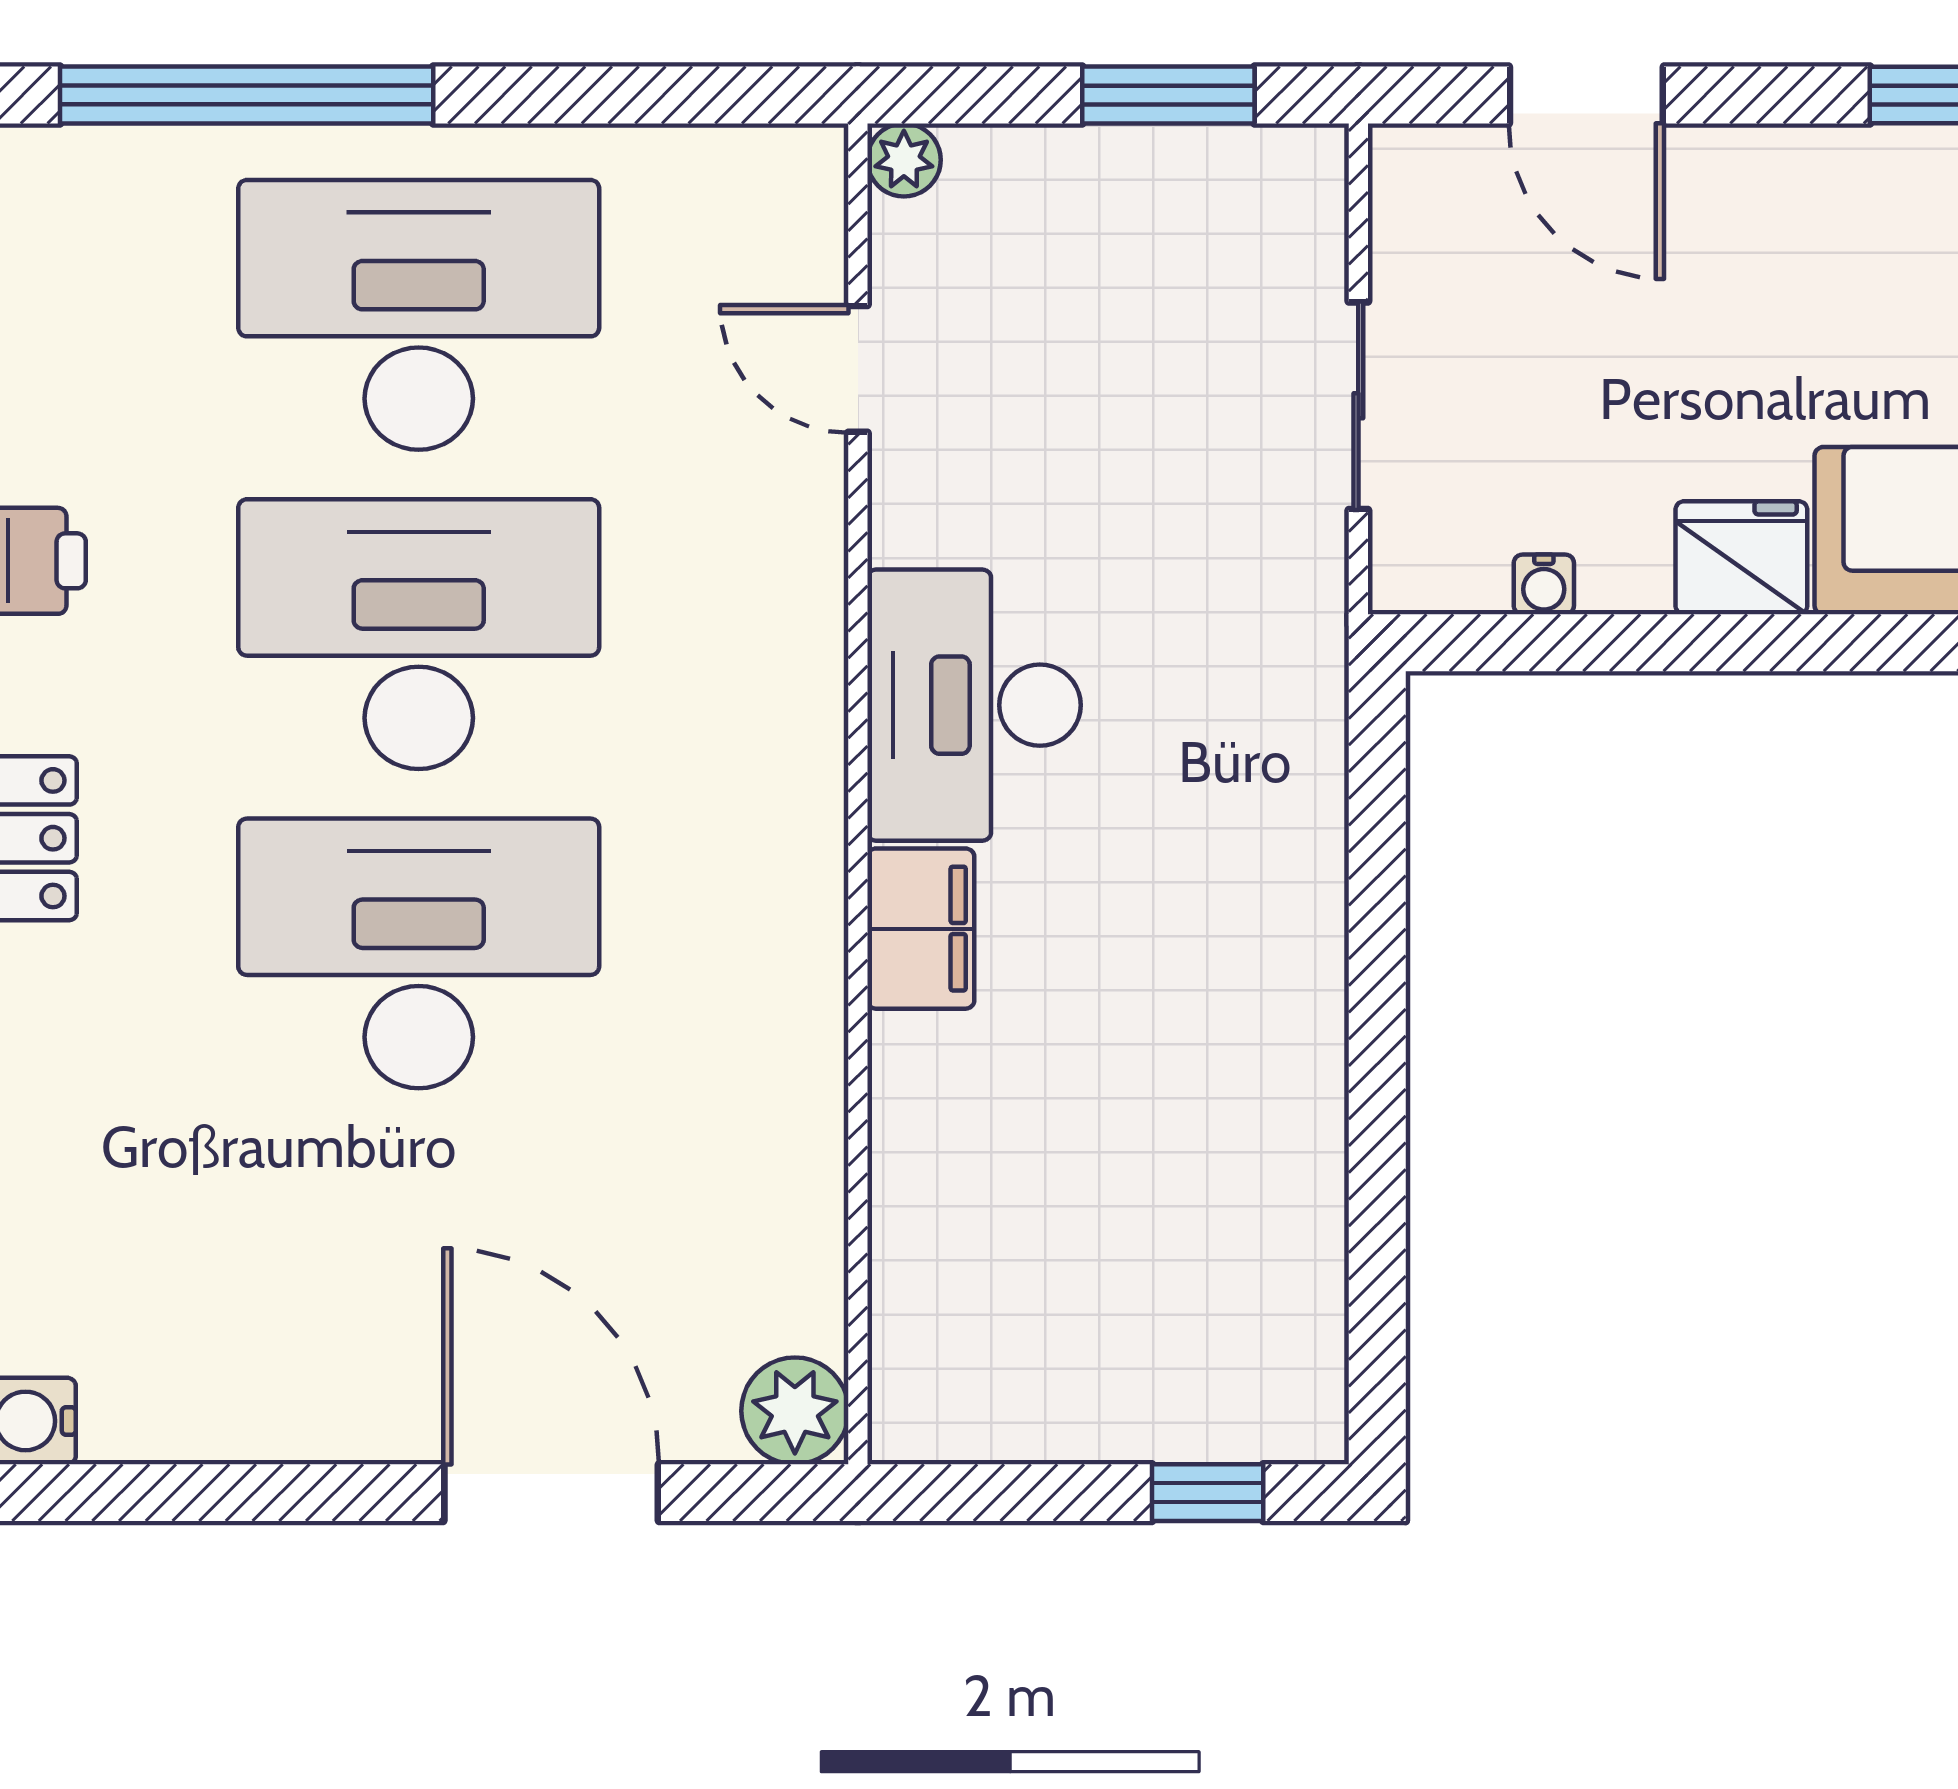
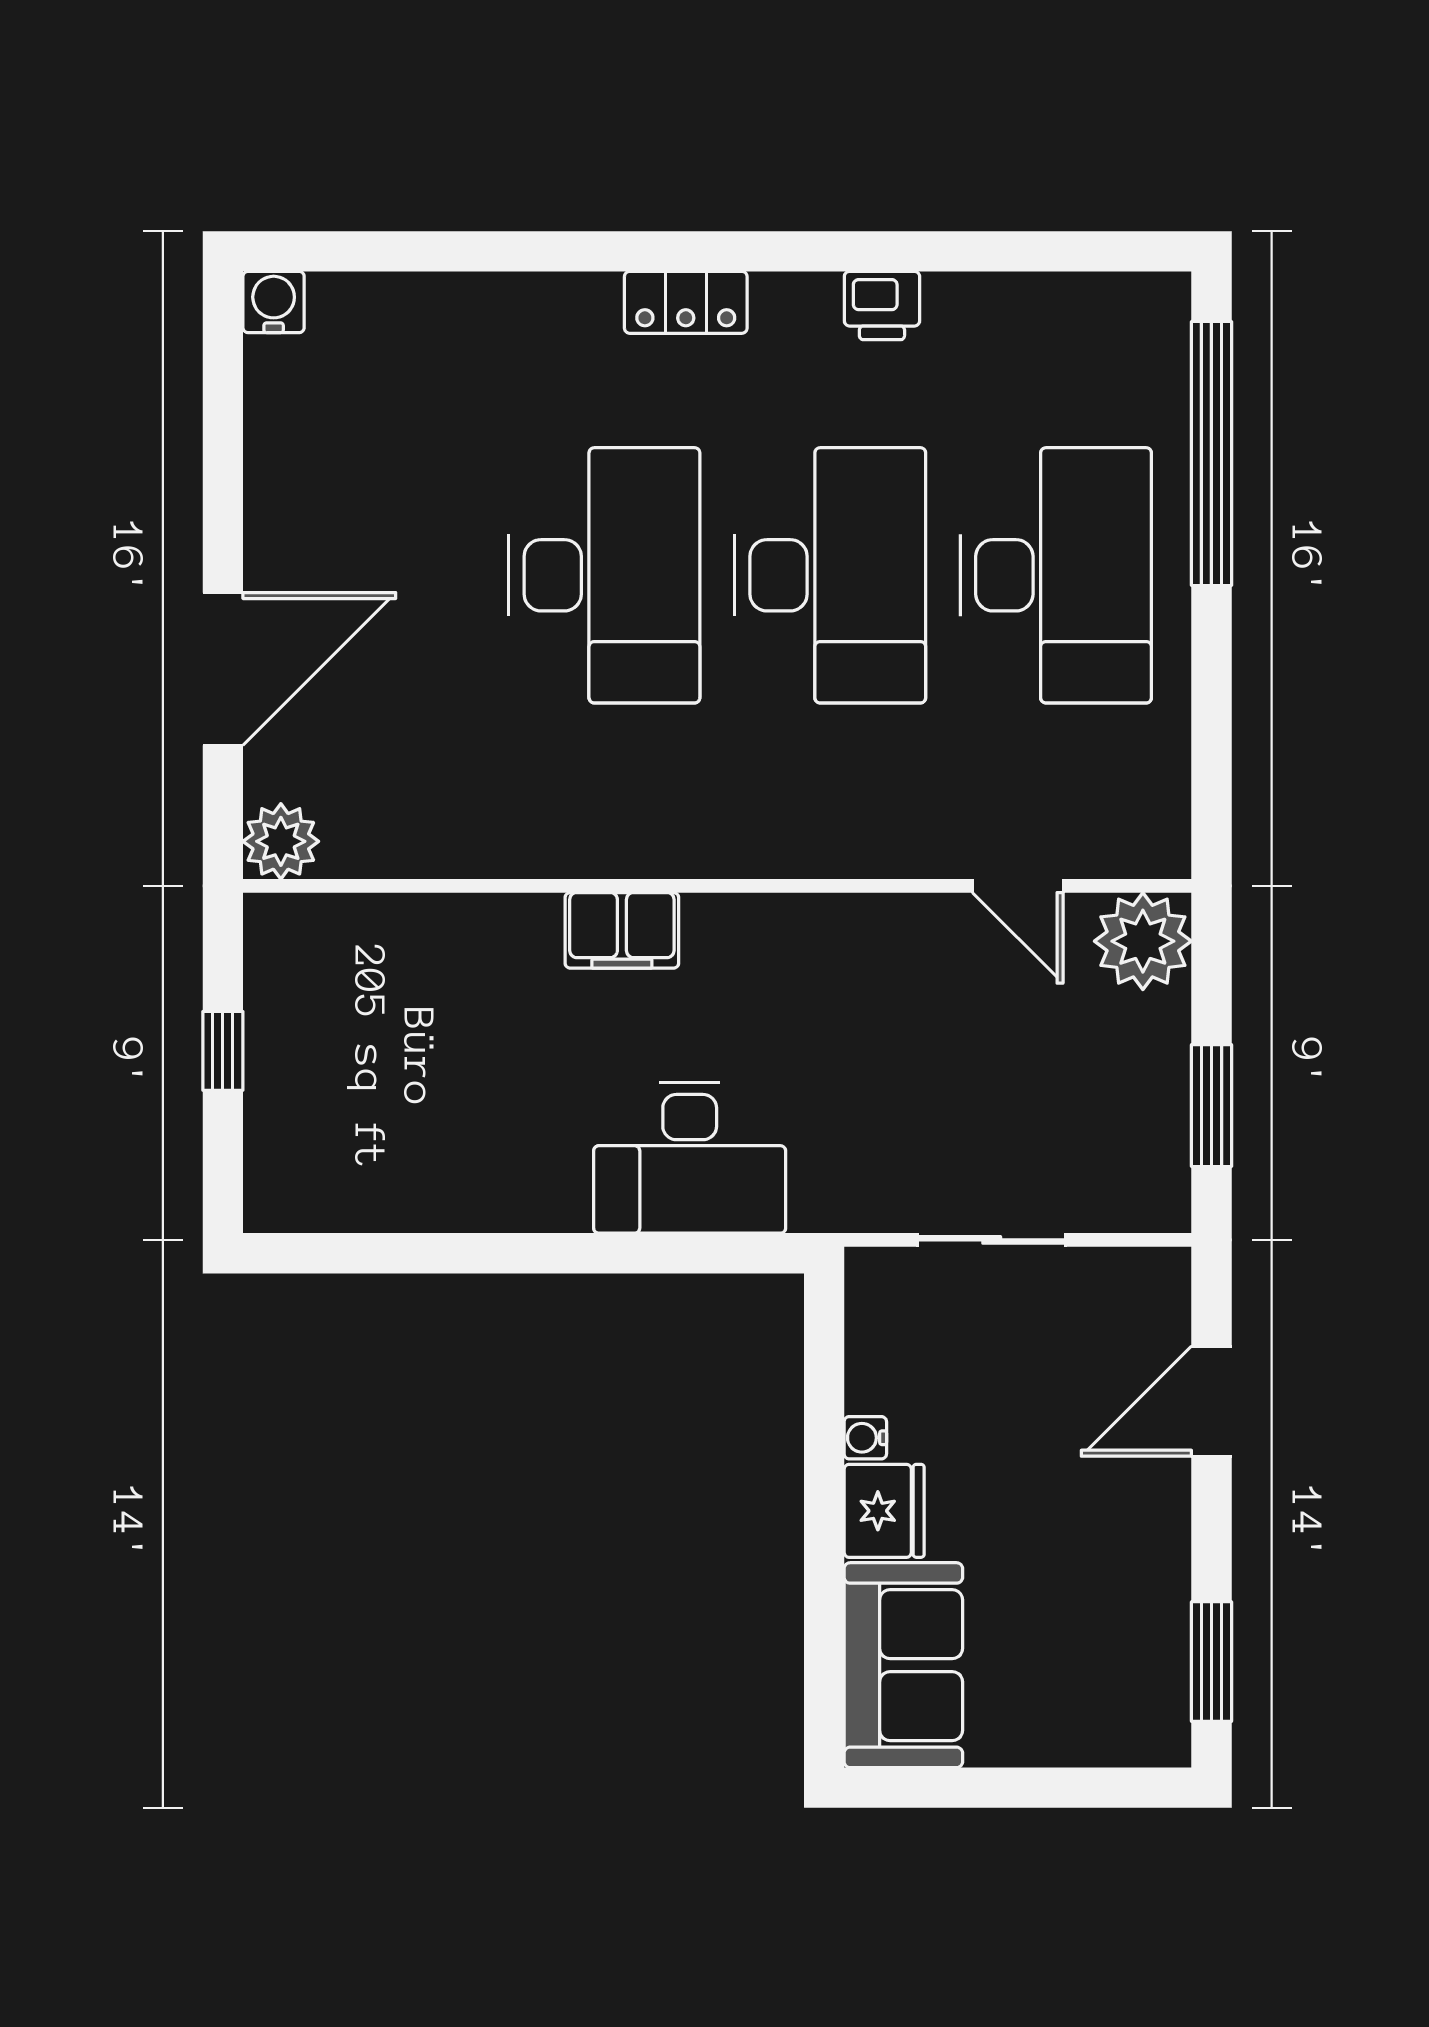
plant: (904, 160) -> (1143, 941), width x1.88, depth x1.88
door: (858, 369) -> (1018, 886), swing flipped
water cooler: (1544, 584) -> (865, 1438), moved
desk: (974, 705) -> (690, 1158), moved, turned 180
window: (1208, 1493) -> (223, 1051), moved

